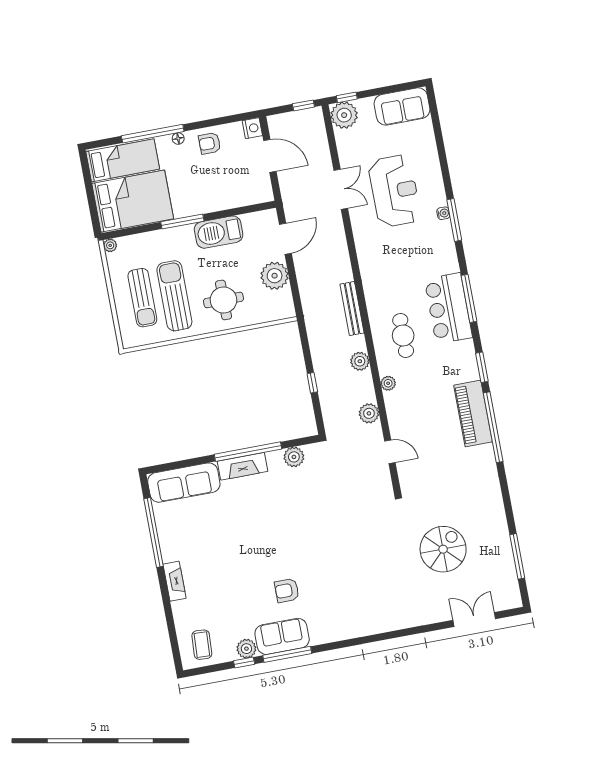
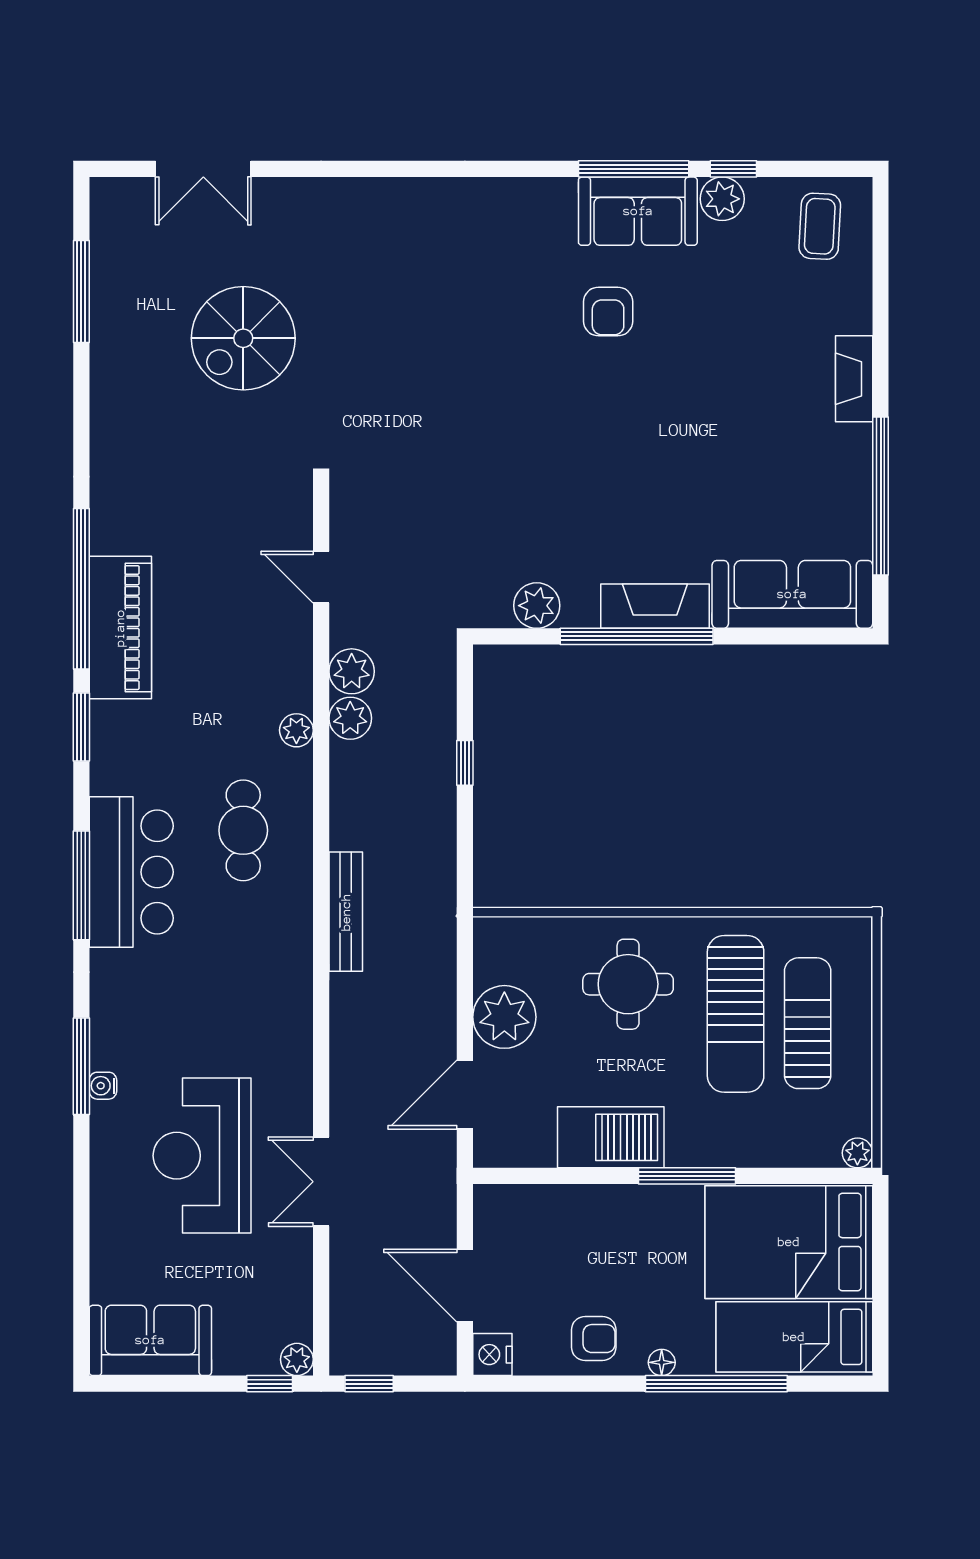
plant: (344, 115) -> (297, 1359), width x0.53, depth x0.53
plant: (360, 361) -> (350, 718), moved
armchair: (287, 590) -> (608, 312), turned 90

